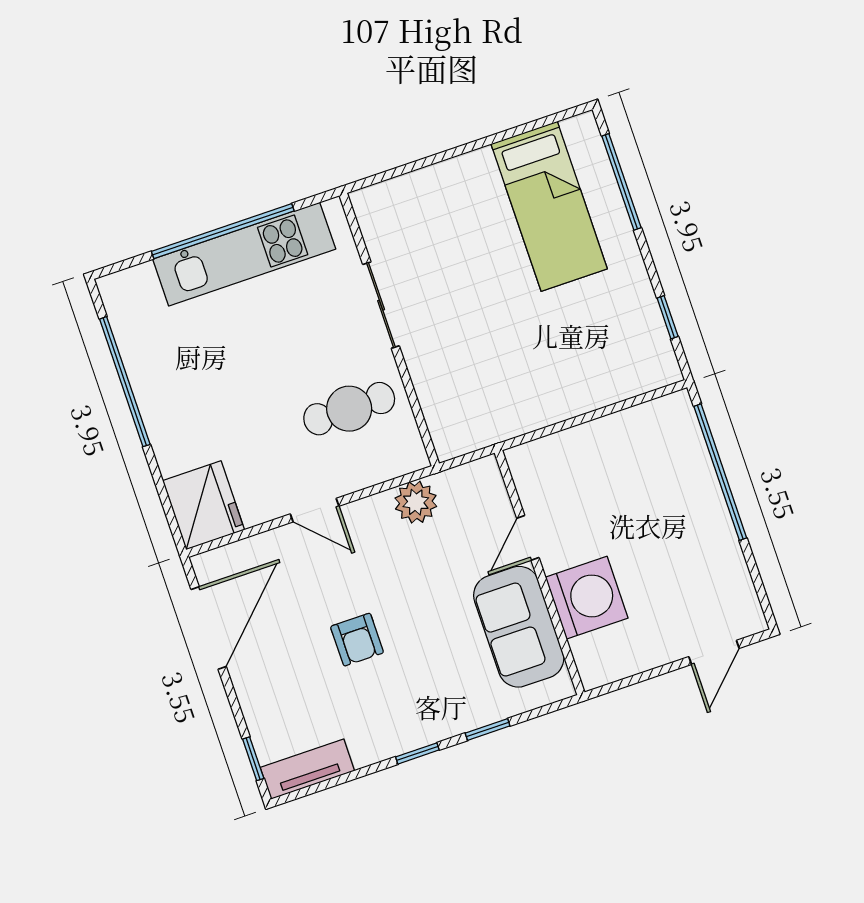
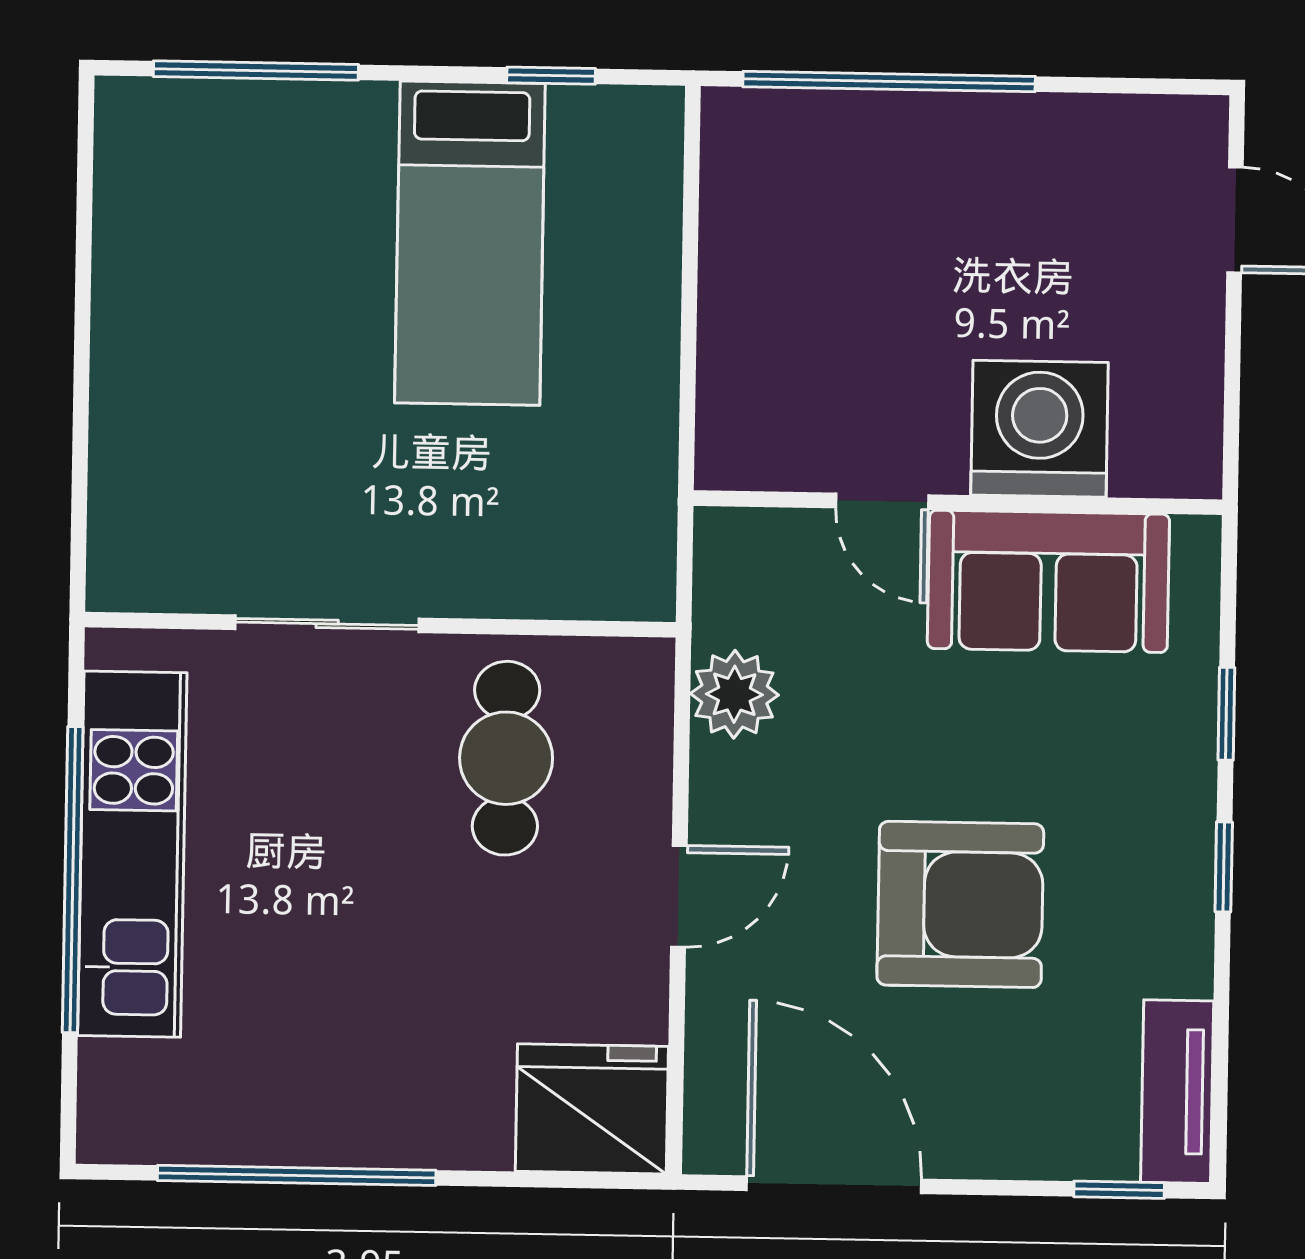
bed: (549, 206) -> (470, 243), moved, turned 90
armchair: (357, 640) -> (960, 904), width x1.88, depth x1.88

